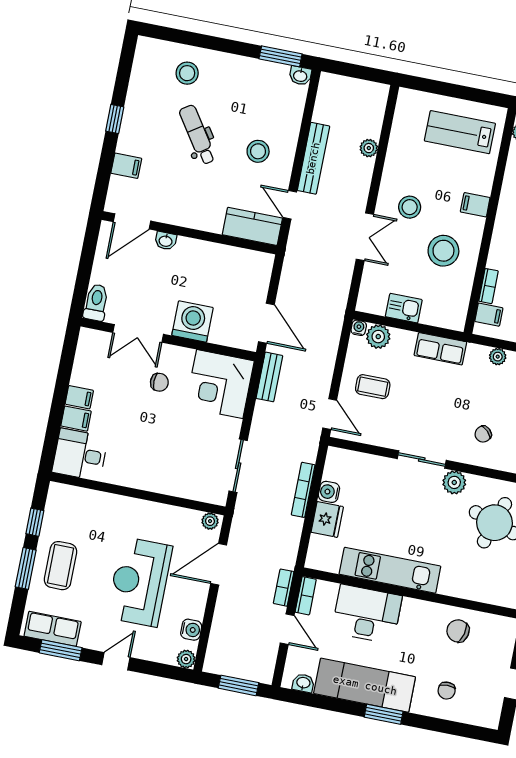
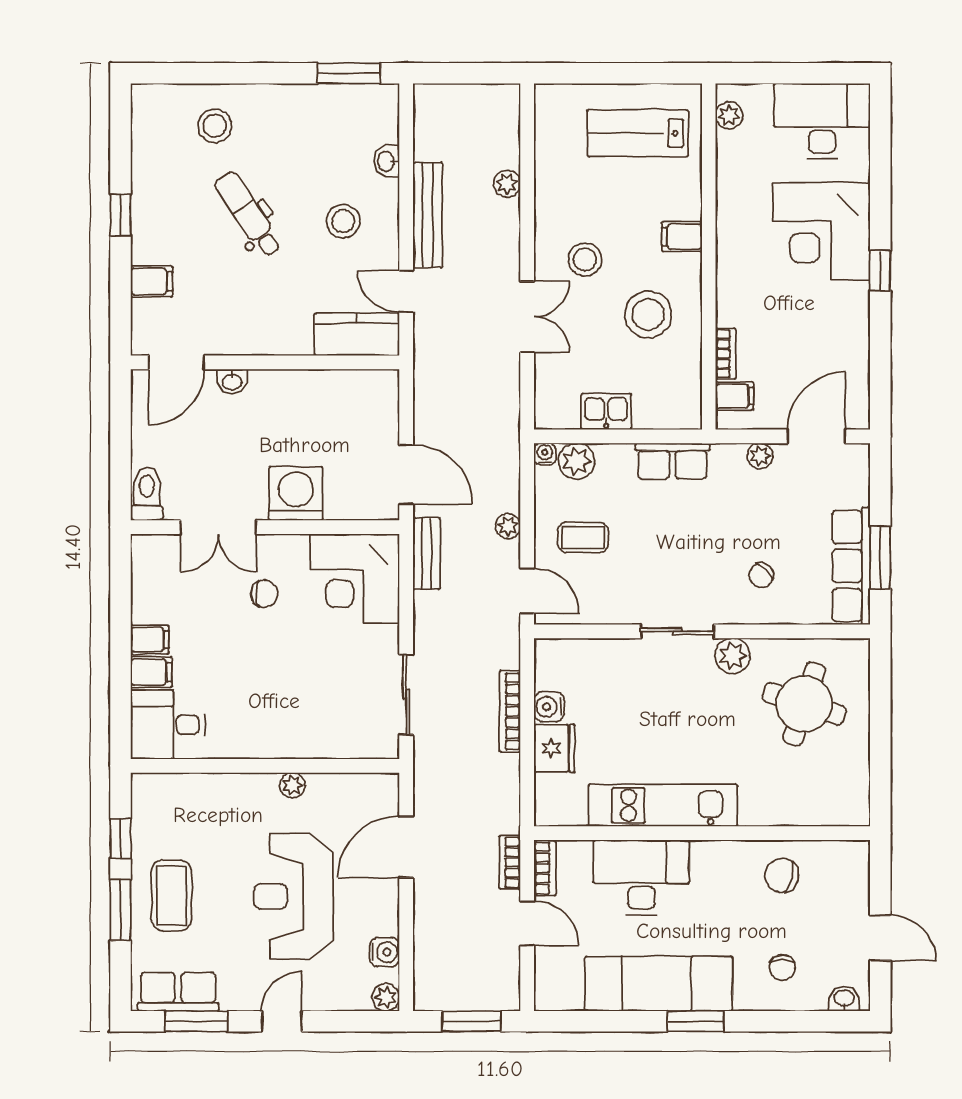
washbasin: (300, 76) -> (387, 161), moved, turned 90
plant: (326, 370) -> (508, 526), added
plant: (210, 521) -> (292, 785), moved
washbasin: (303, 683) -> (844, 999), moved

